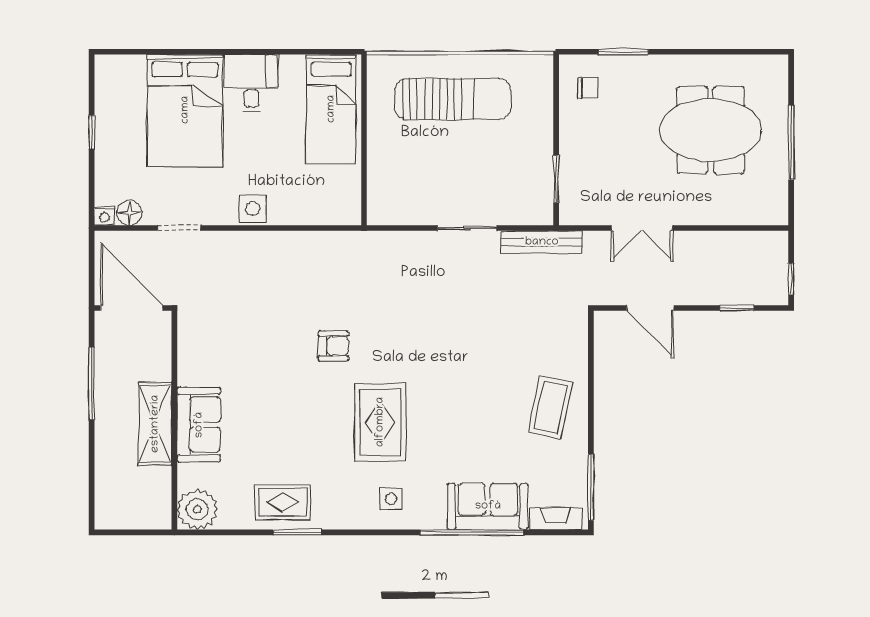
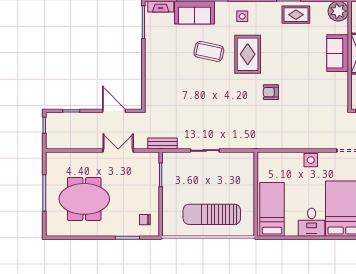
bench: (542, 242) -> (162, 144), width x0.73
coffee table: (550, 407) -> (209, 51), moved, turned 90

